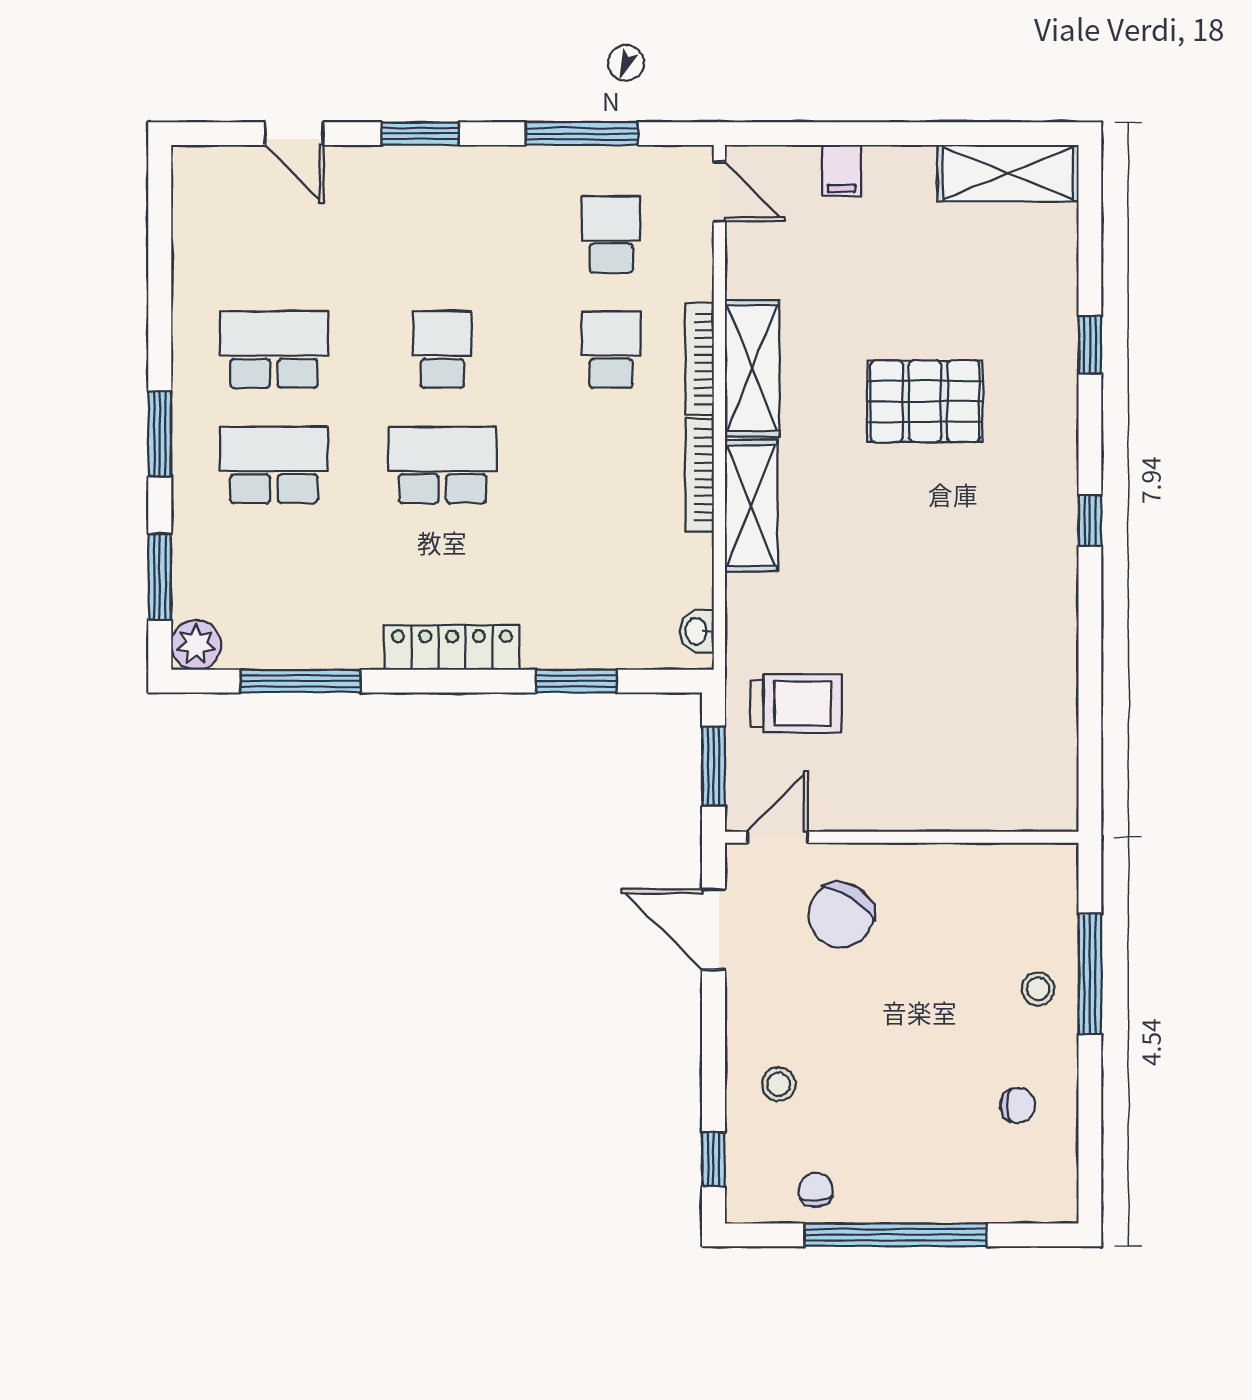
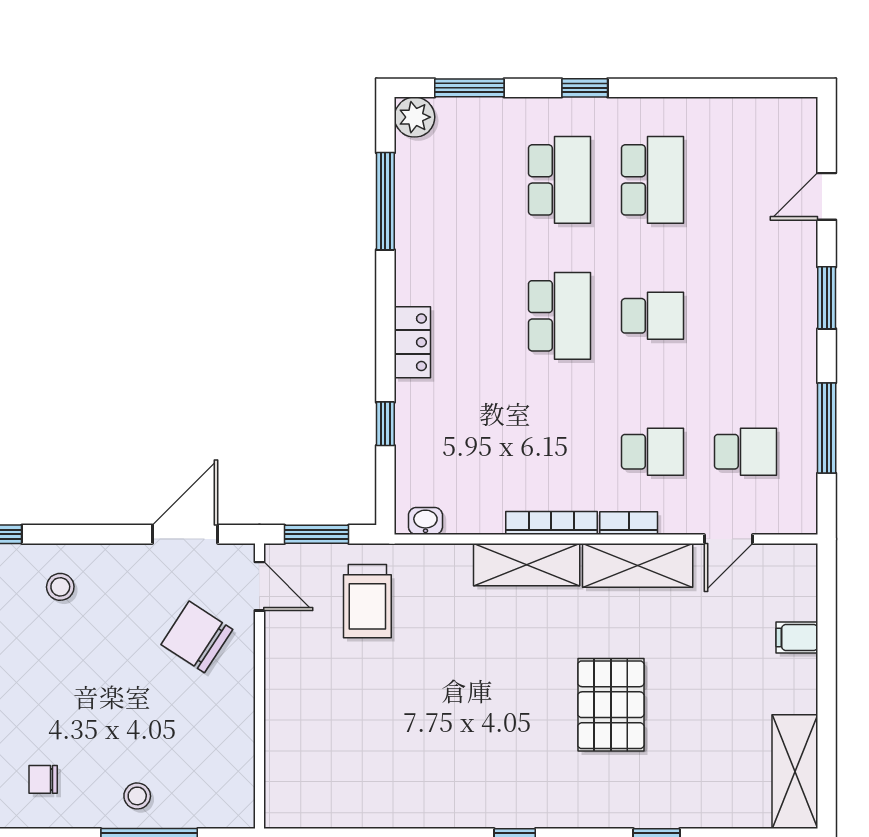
door: (719, 191) -> (728, 539), moved
bookcase: (700, 359) -> (629, 523), width x0.64
window: (160, 434) -> (585, 88), width x0.67
locker: (452, 647) -> (412, 342), width x0.66
window: (576, 681) -> (385, 424), width x0.67
chair: (1018, 1105) -> (43, 779), turned 90

